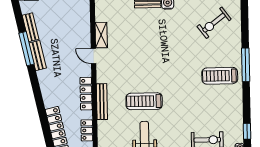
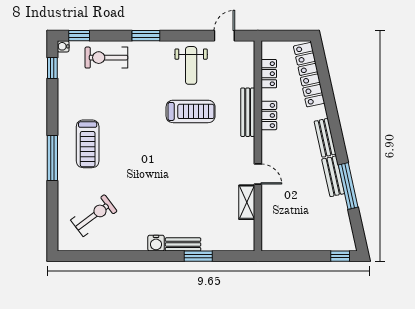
bench: (31, 27) -> (325, 138), moved
treadmill: (220, 76) -> (88, 144), turned 90
locker: (86, 94) -> (269, 115), width x0.66

